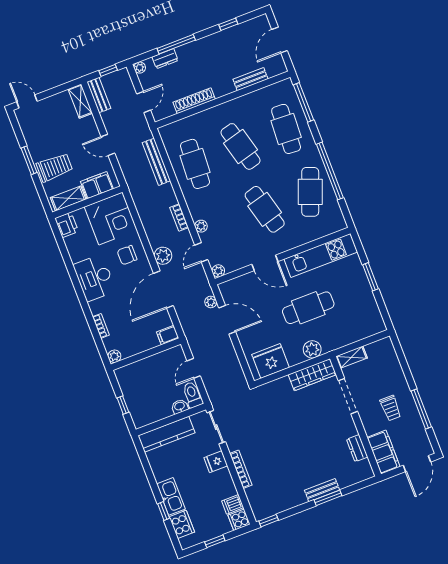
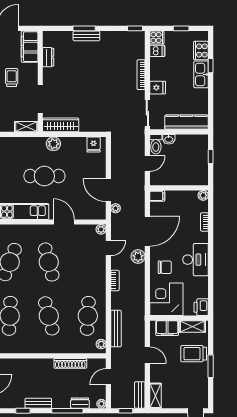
bench: (250, 79) -> (38, 403), moved
plant: (201, 226) -> (101, 344), moved
fridge: (271, 361) -> (94, 144), width x0.53, depth x0.75

